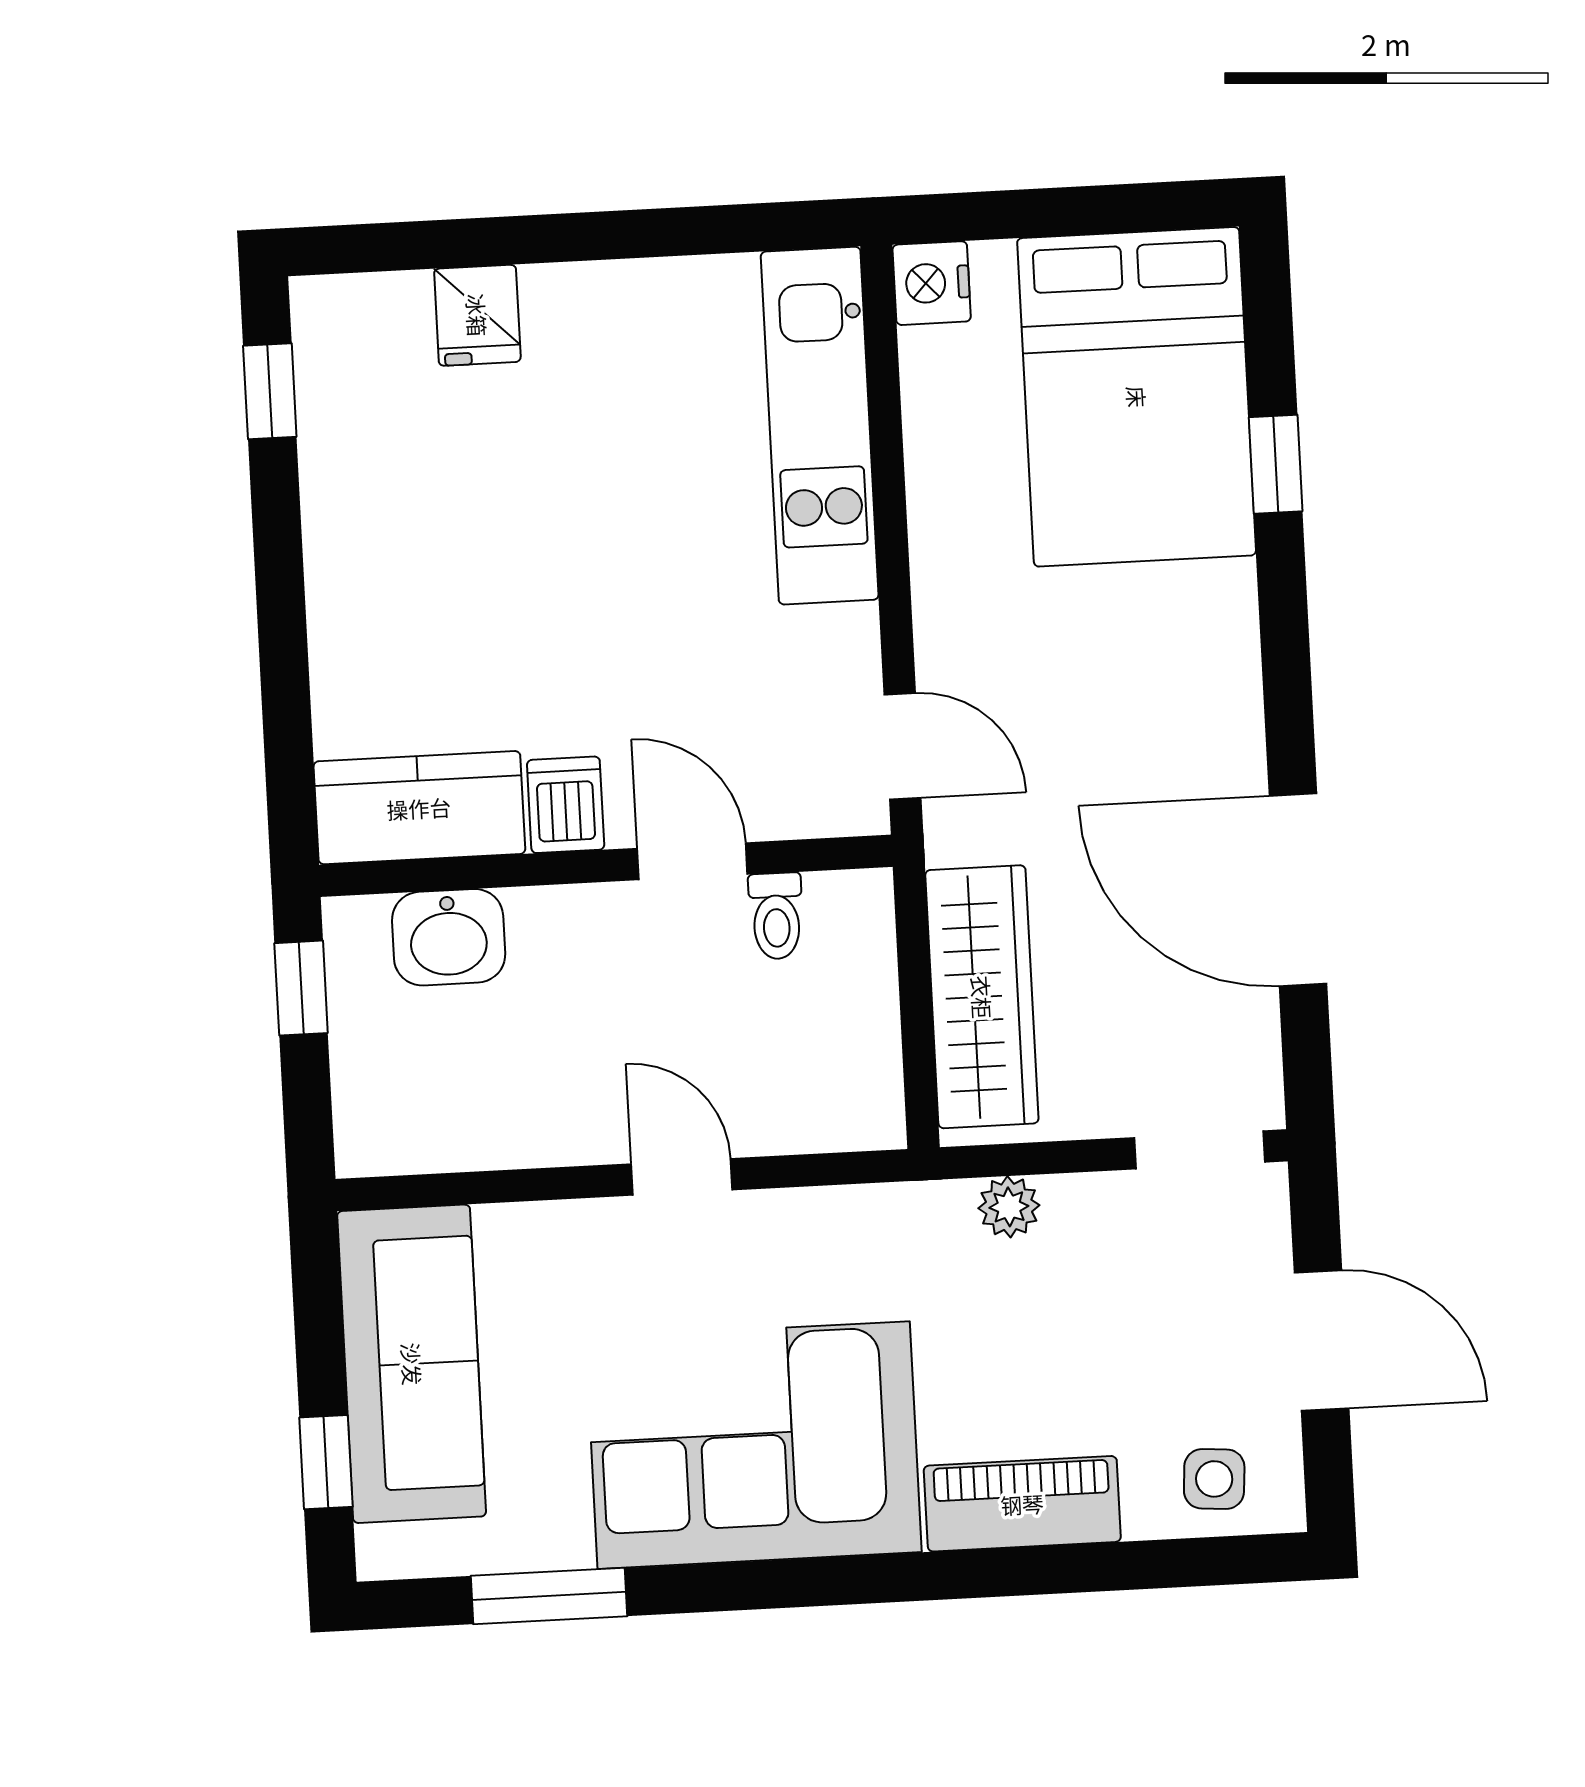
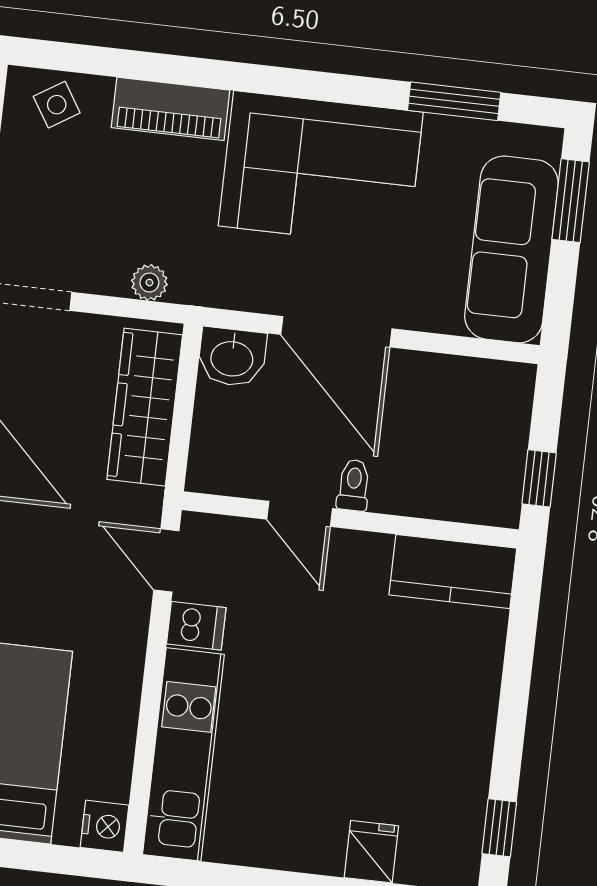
dishwasher: (566, 805) -> (196, 626), moved, turned -90
toilet: (776, 916) -> (354, 485), moved
washbasin: (449, 937) -> (232, 357), moved, turned 180
door: (682, 1177) -> (336, 332), width x1.87
window: (326, 1462) -> (571, 201), width x1.50
side table: (1214, 1479) -> (57, 105), turned -36

